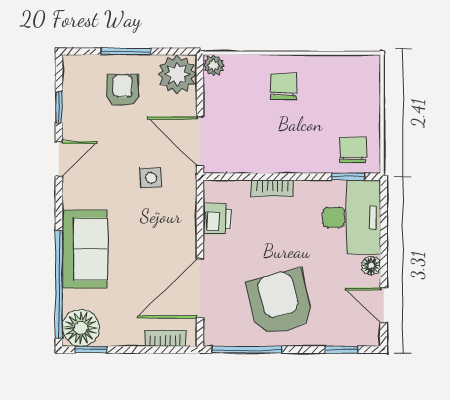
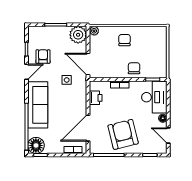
armchair: (123, 90) -> (43, 57), moved
chair: (353, 150) -> (134, 68), moved
sofa: (85, 249) -> (38, 105), width x1.36

